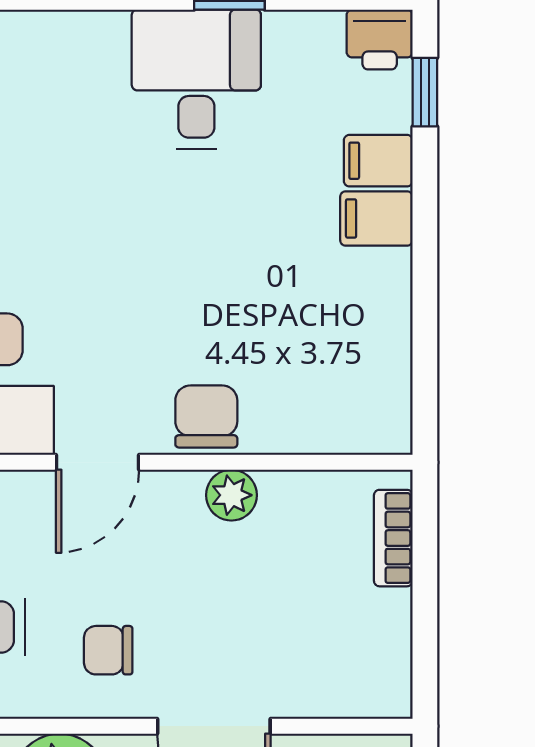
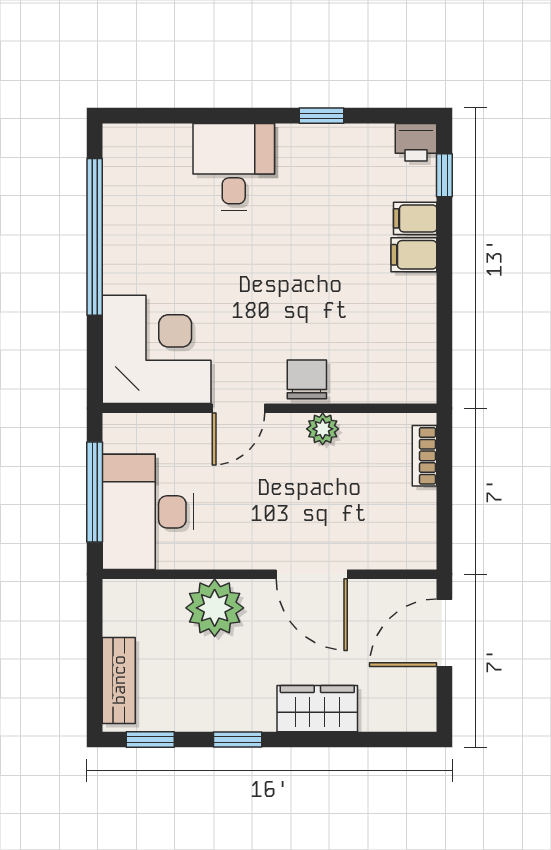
desk: (196, 79) -> (234, 167), moved
chair: (108, 650) -> (245, 526), removed

